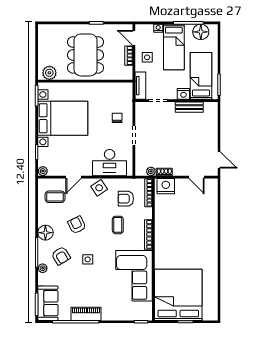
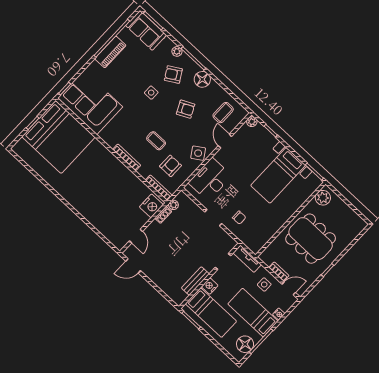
bed with nightstands: (63, 118) -> (278, 175), width x0.73
door: (197, 177) -> (136, 236), swing flipped
corner sofa: (134, 276) -> (90, 103), moved

